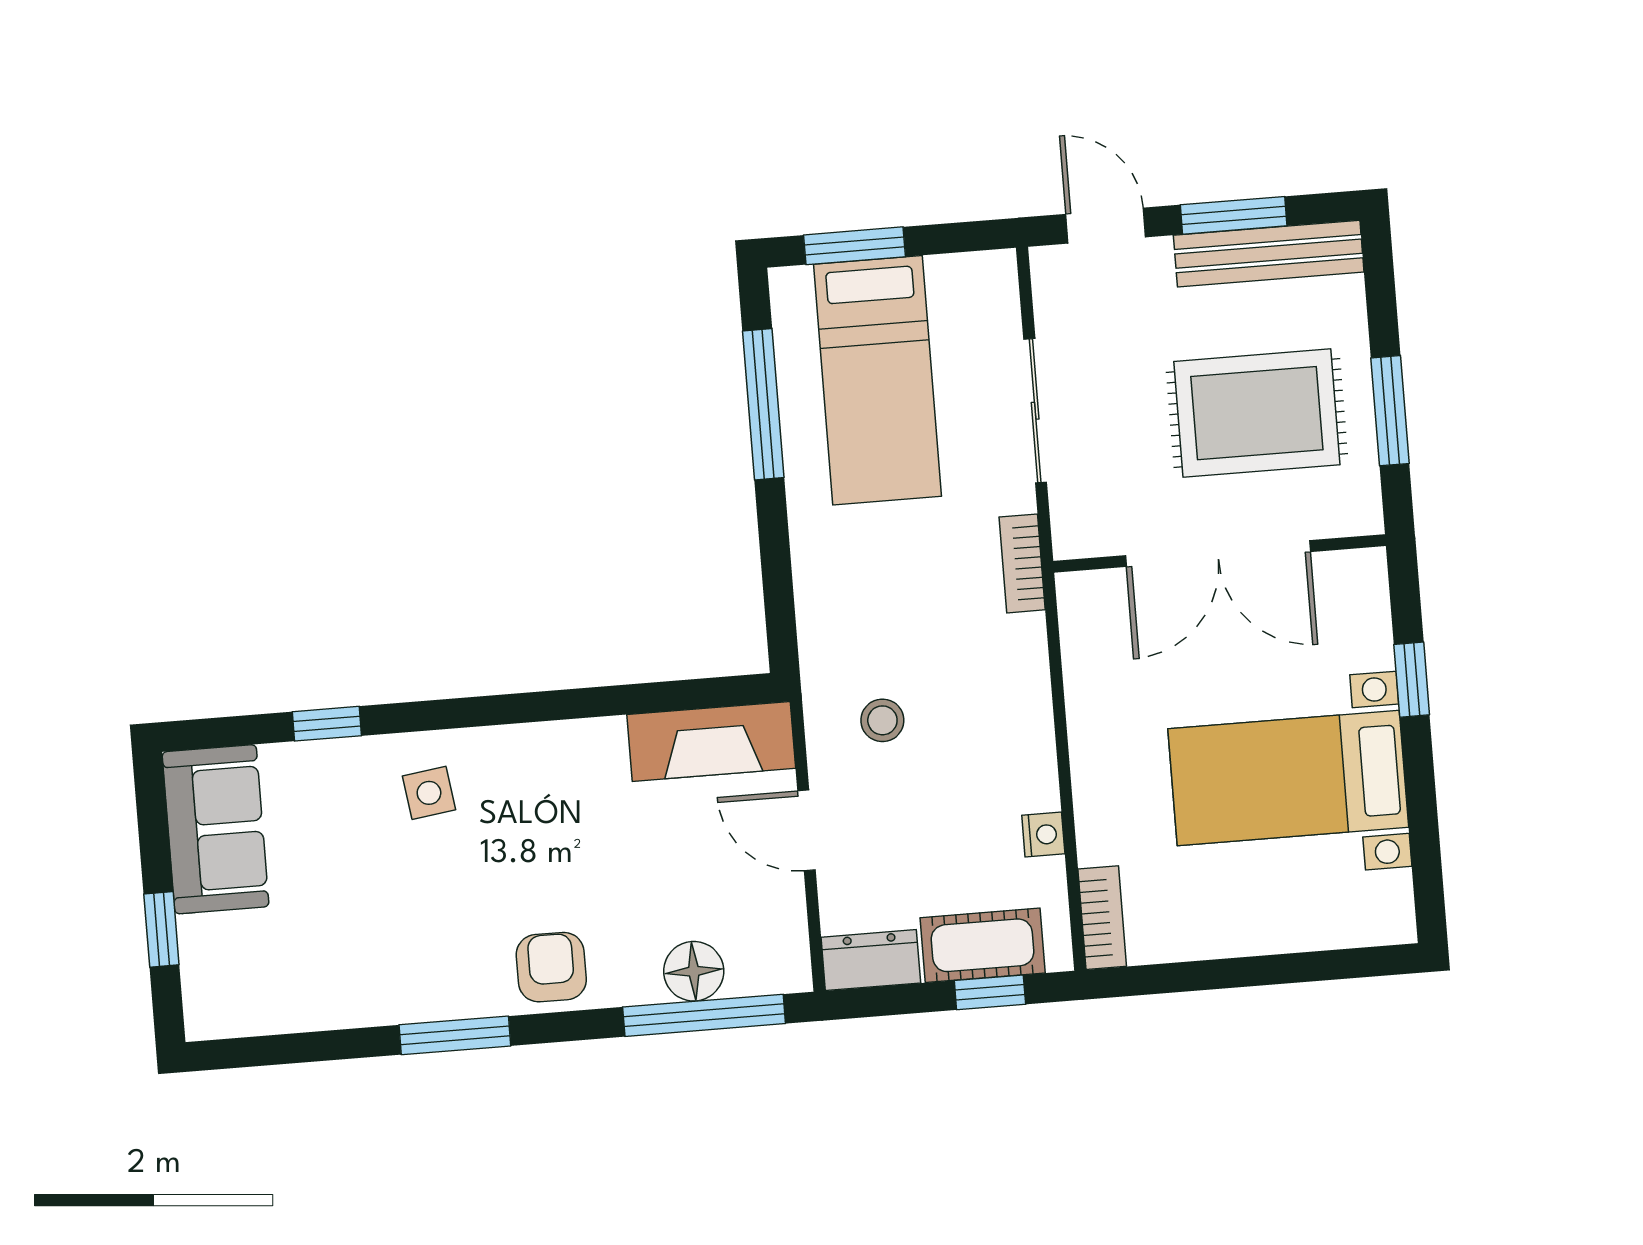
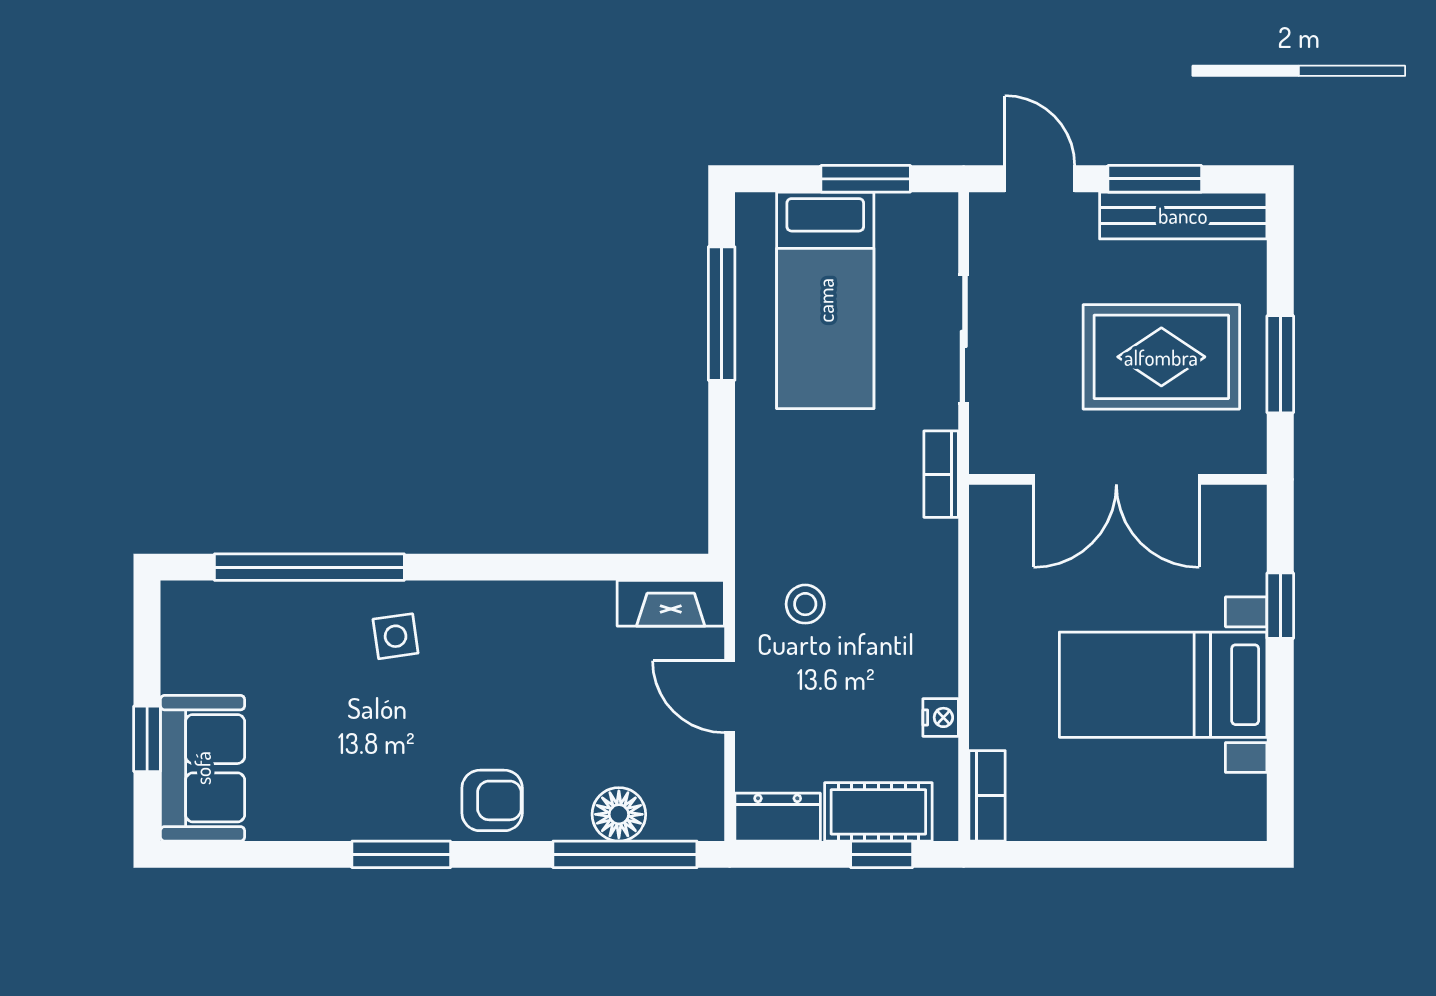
window: (854, 246) -> (866, 179), moved
window: (327, 724) -> (309, 567), width x3.17
fireplace: (711, 741) -> (671, 603), width x0.73, depth x0.76
sofa: (215, 829) -> (202, 768), moved
armchair: (551, 967) -> (492, 800), turned 90

